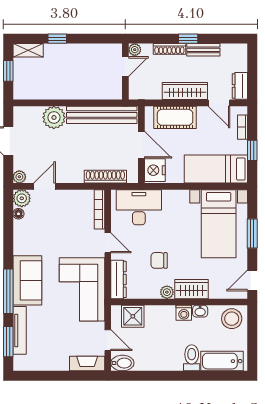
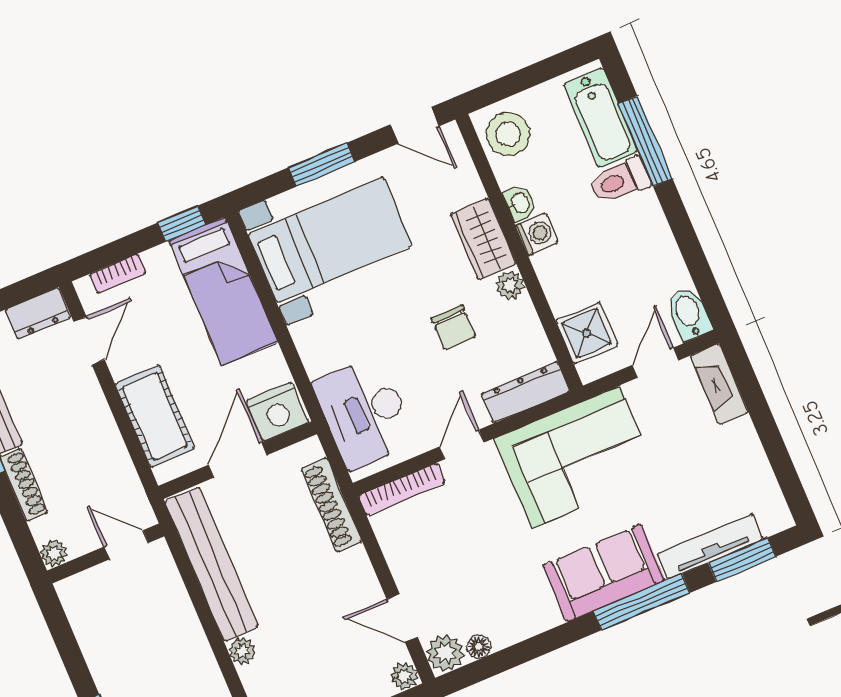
door: (125, 66) -> (126, 545), moved
wardrobe: (185, 91) -> (94, 419), removed
plant: (54, 117) -> (242, 651), width x0.53, depth x0.53
window: (252, 150) -> (182, 224), moved
window: (204, 376) -> (645, 141), added

